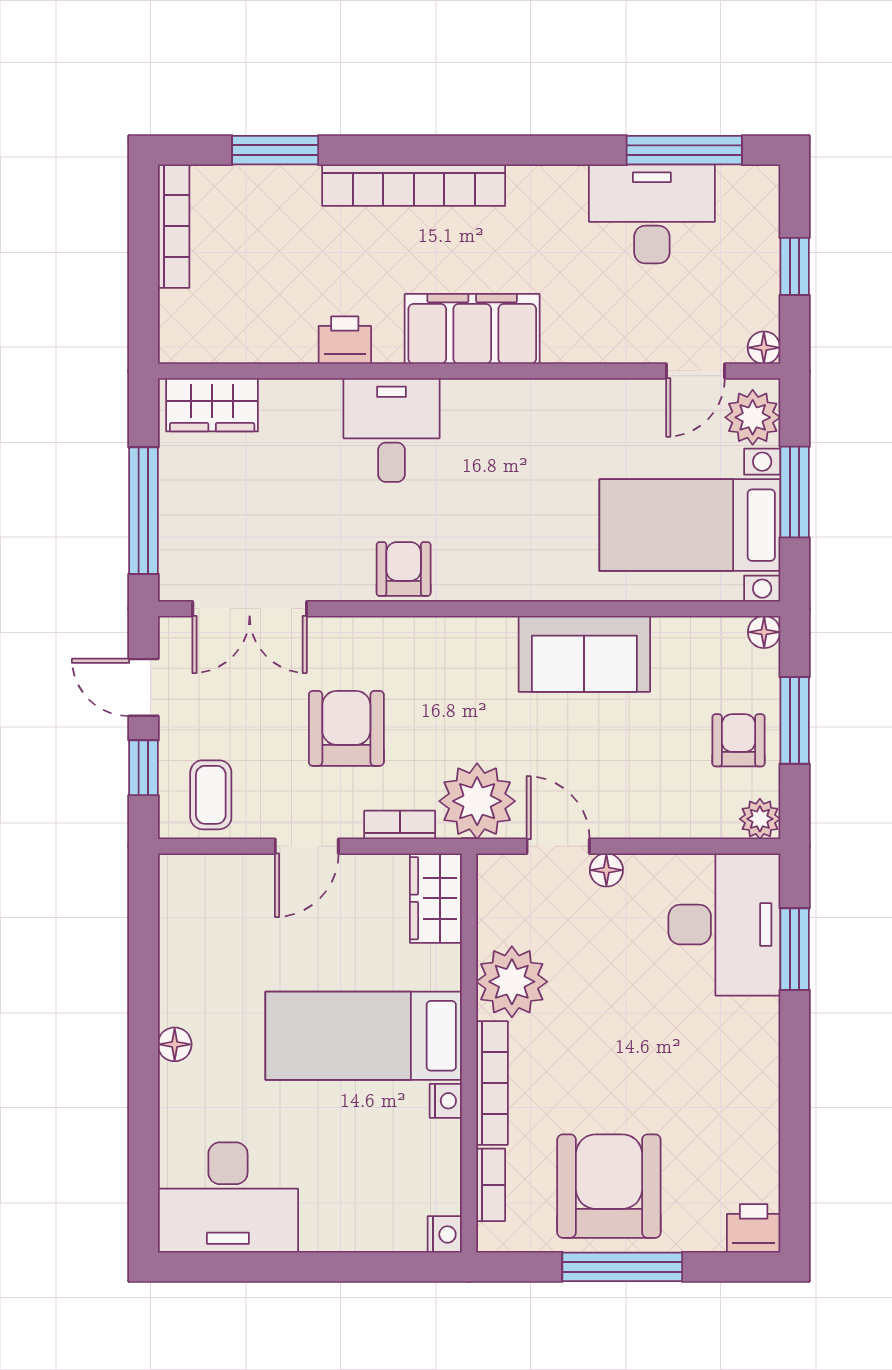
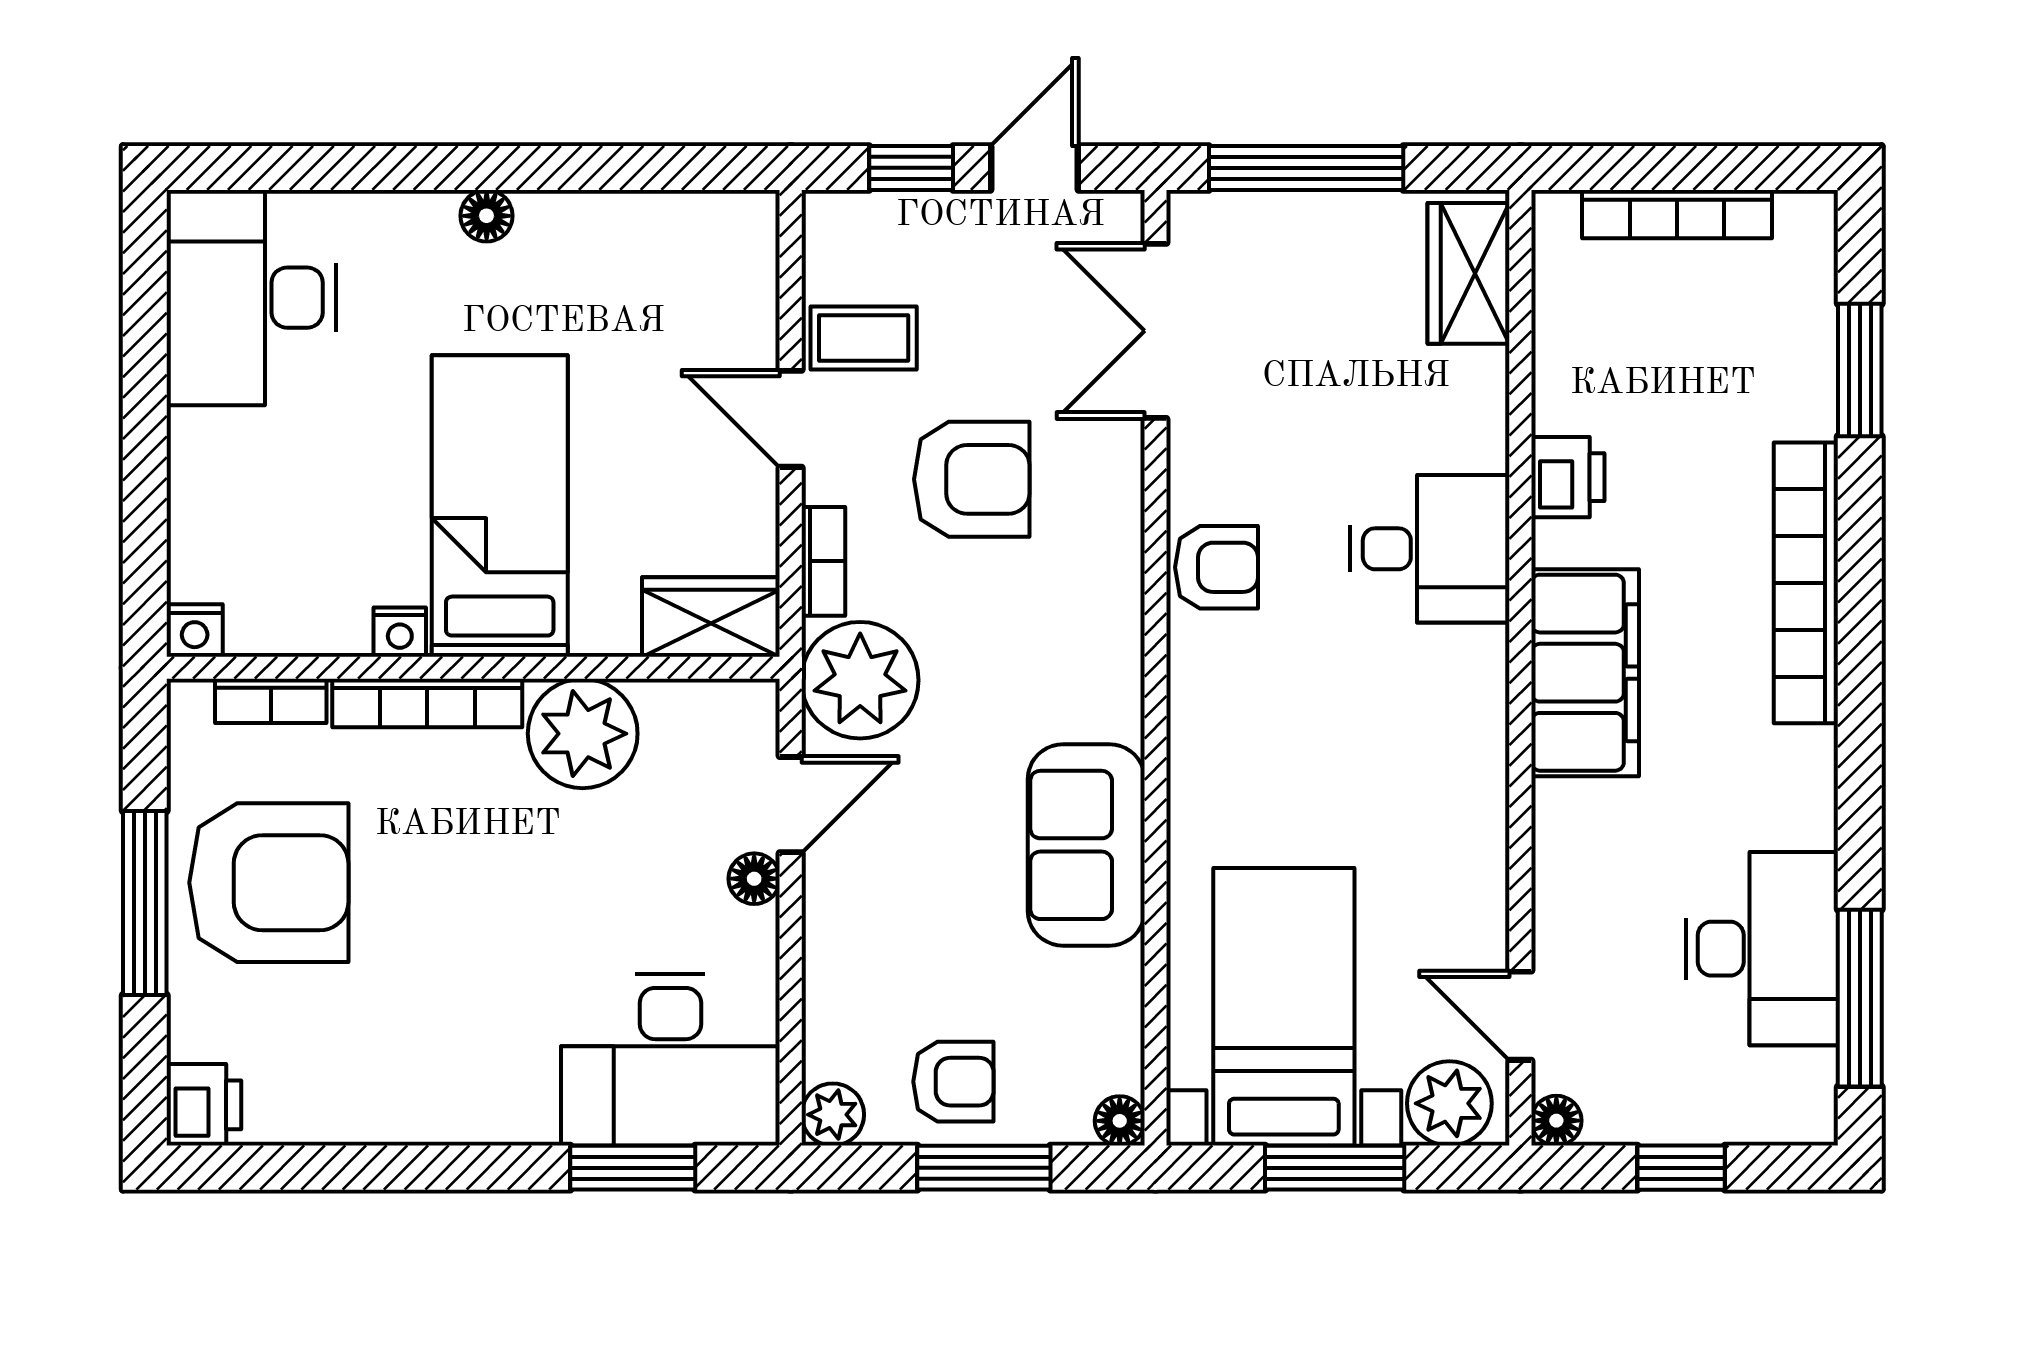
bookcase: (174, 226) -> (1677, 214), moved
coffee table: (211, 795) -> (864, 338), moved

